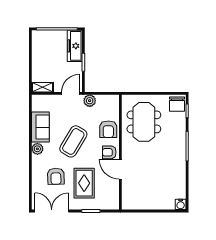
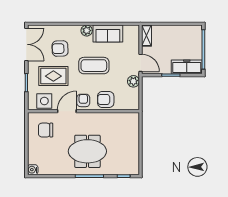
chair: (177, 104) -> (46, 130), moved
meeting table: (144, 122) -> (87, 151), moved
coffee table: (73, 141) -> (94, 66), turned -31
side table: (110, 192) -> (44, 101), added

